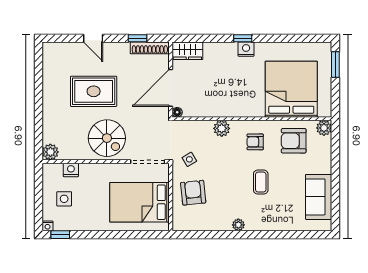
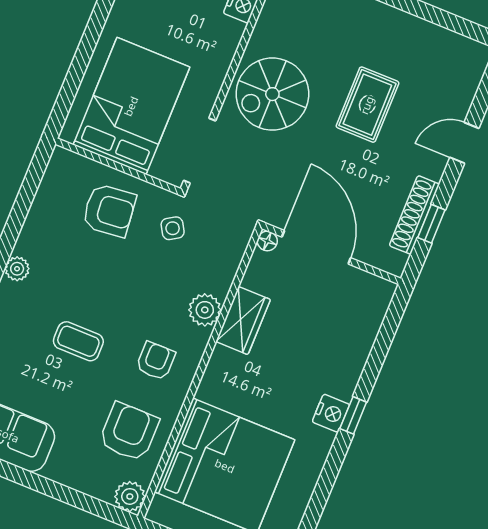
shoe rack: (150, 48) -> (414, 215), moved
wardrobe: (187, 51) -> (243, 320), moved, turned 180
rug: (94, 91) -> (367, 105), width x0.73, depth x0.70

